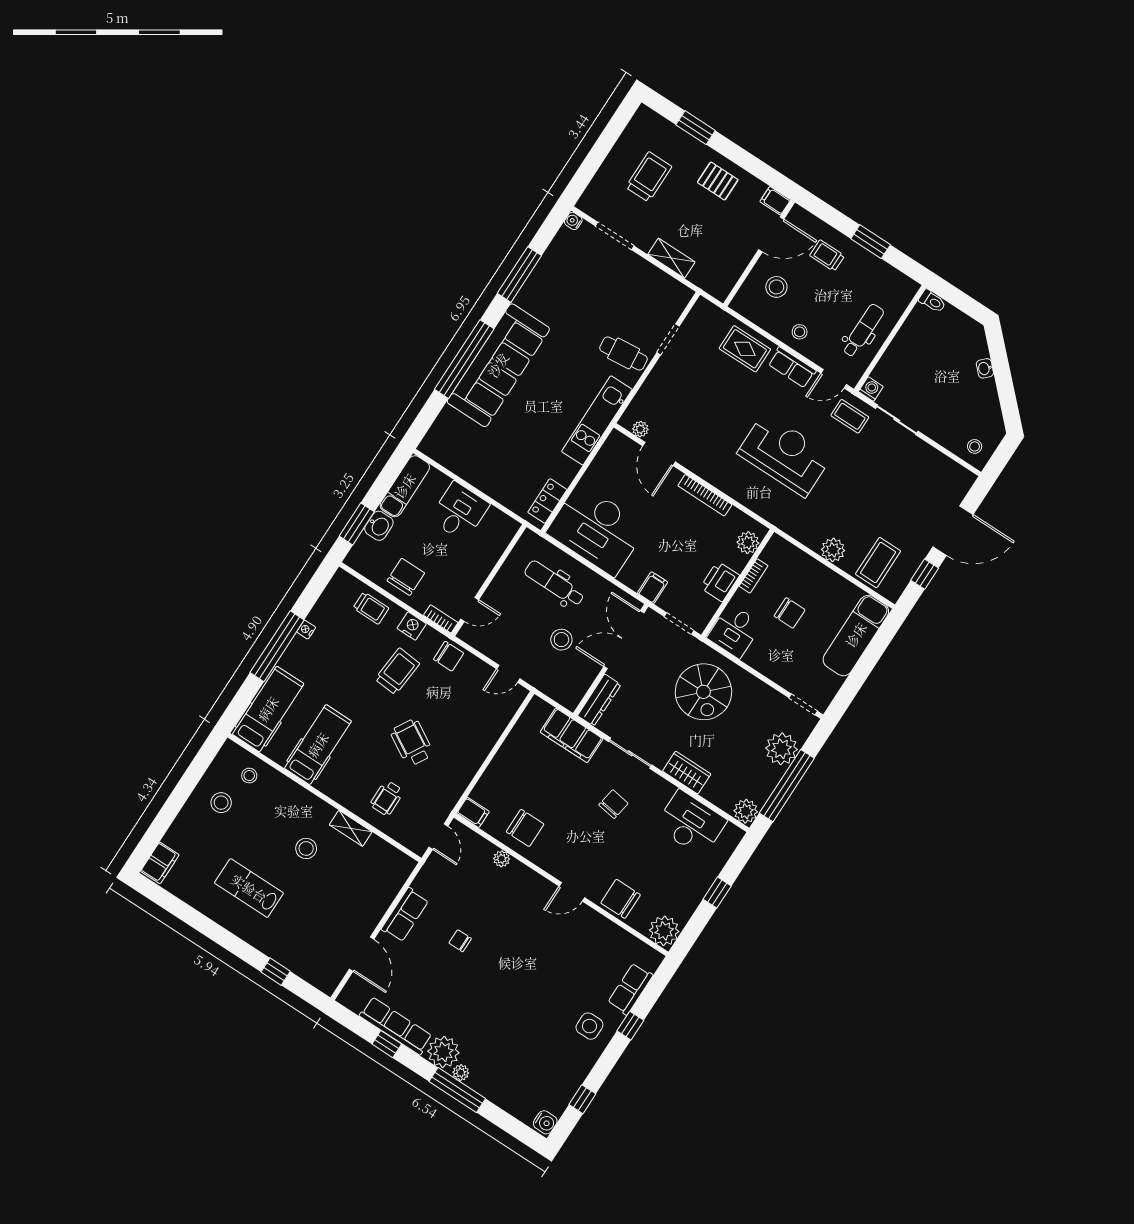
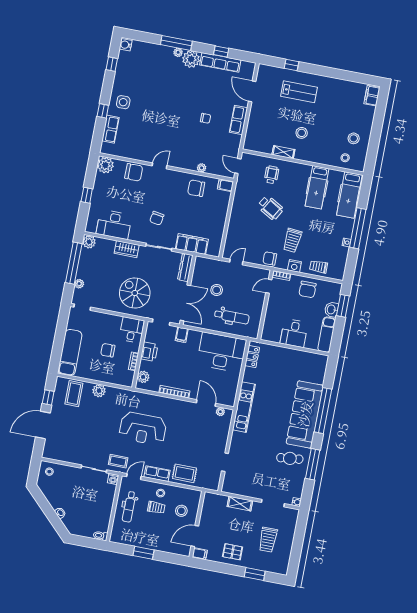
trolley: (827, 256) -> (156, 507), moved
cafe table: (624, 353) -> (290, 458), moved
plant: (782, 749) -> (79, 284), width x0.53, depth x0.53
lab bench: (249, 888) -> (299, 92), moved

